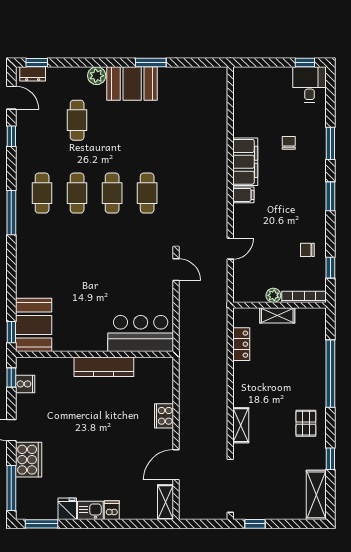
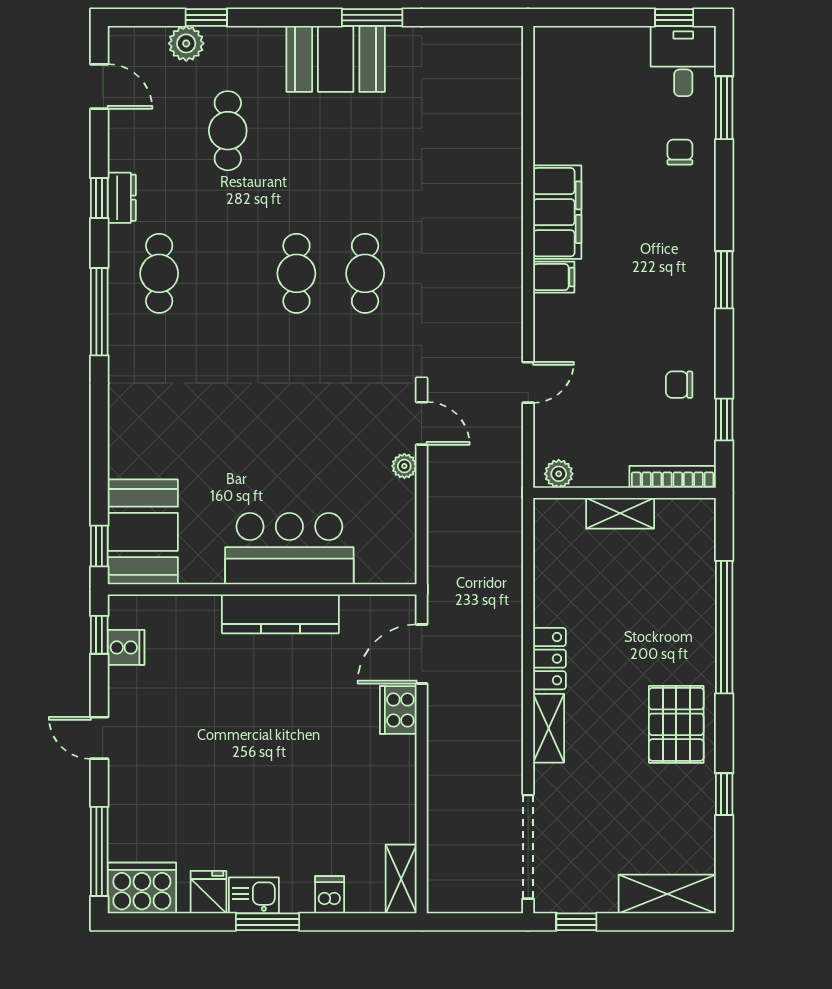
window: (37, 62) -> (206, 18), moved
dresser: (33, 74) -> (122, 198), moved, turned -90
plant: (97, 76) -> (186, 43), moved
window: (11, 136) -> (99, 198), moved
chair: (289, 143) -> (680, 152), moved
window: (330, 143) -> (724, 108), moved
cafe table: (77, 193) -> (228, 273), removed
plant: (167, 291) -> (404, 466), added
plant: (273, 295) -> (559, 474), moved
bar counter: (141, 333) -> (289, 549), moved
locker: (241, 344) -> (549, 659), moved
pallet: (306, 423) -> (676, 724), width x1.50, depth x1.42
cooker: (29, 460) -> (142, 888), moved, turned -90
door: (176, 465) -> (422, 654), moved
shelving: (316, 495) -> (667, 894), moved, turned 90
dishwasher: (112, 510) -> (330, 895), moved
window: (41, 524) -> (268, 922), moved

